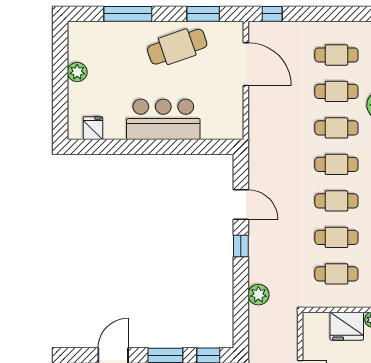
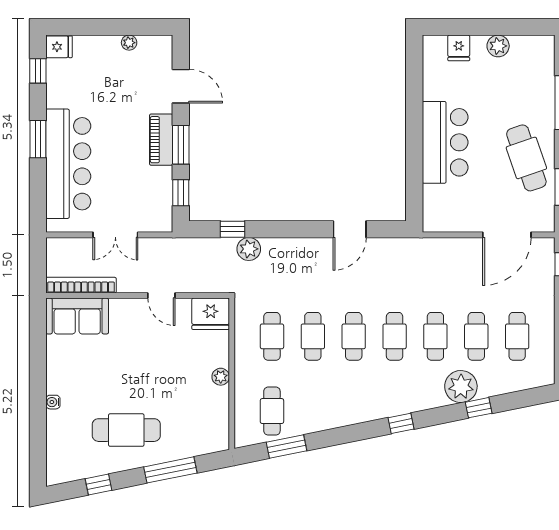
fridge: (93, 128) -> (459, 48), moved, turned 90
window: (241, 246) -> (232, 229), moved
fridge: (347, 326) -> (211, 314), moved, turned -90

